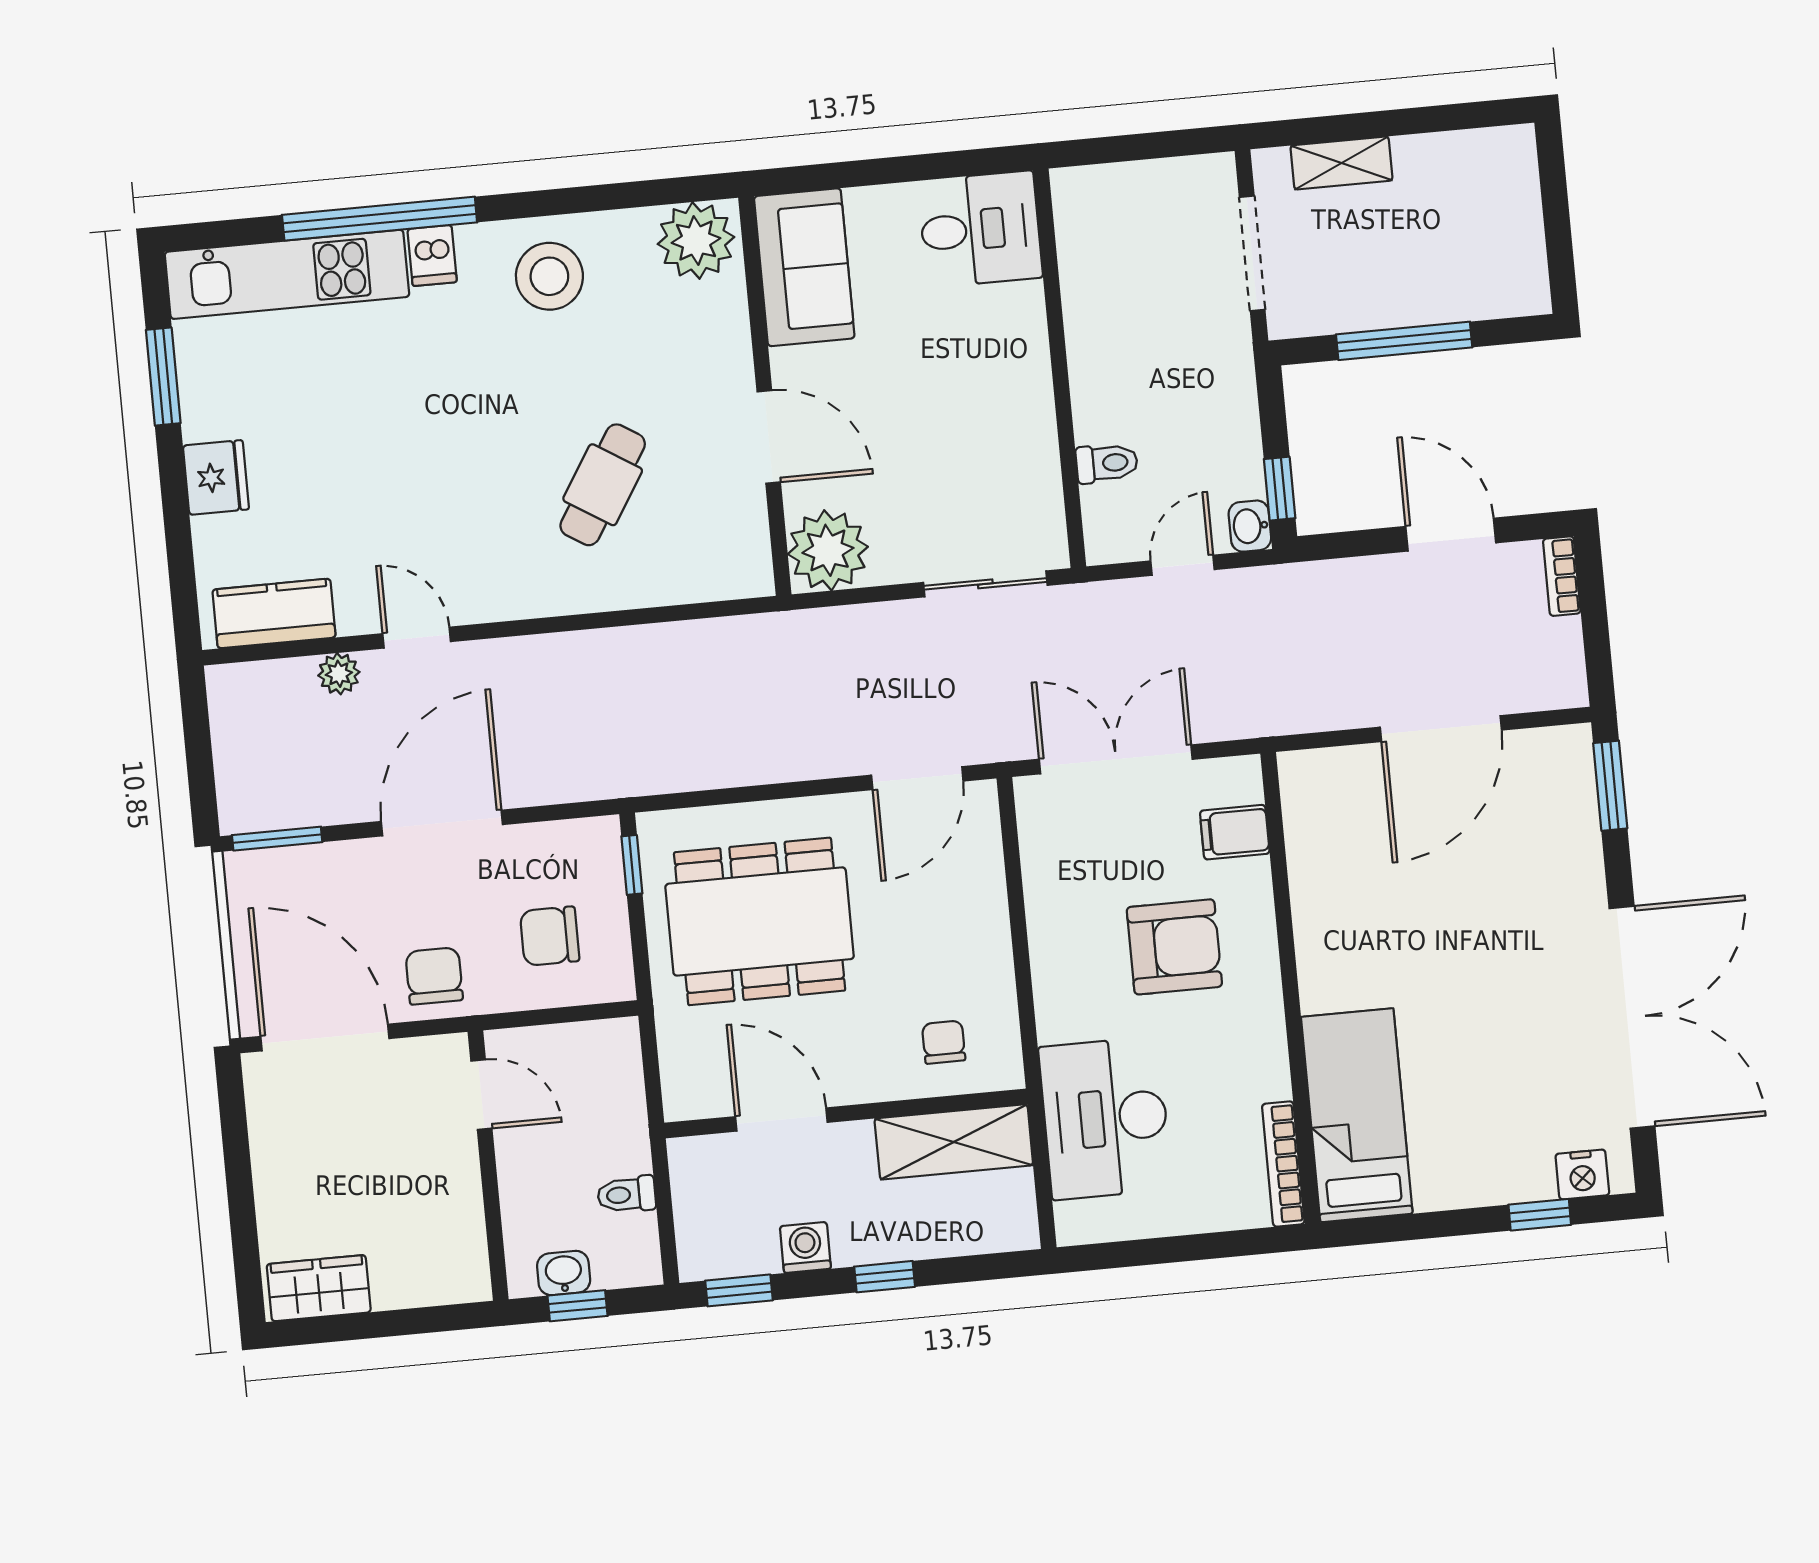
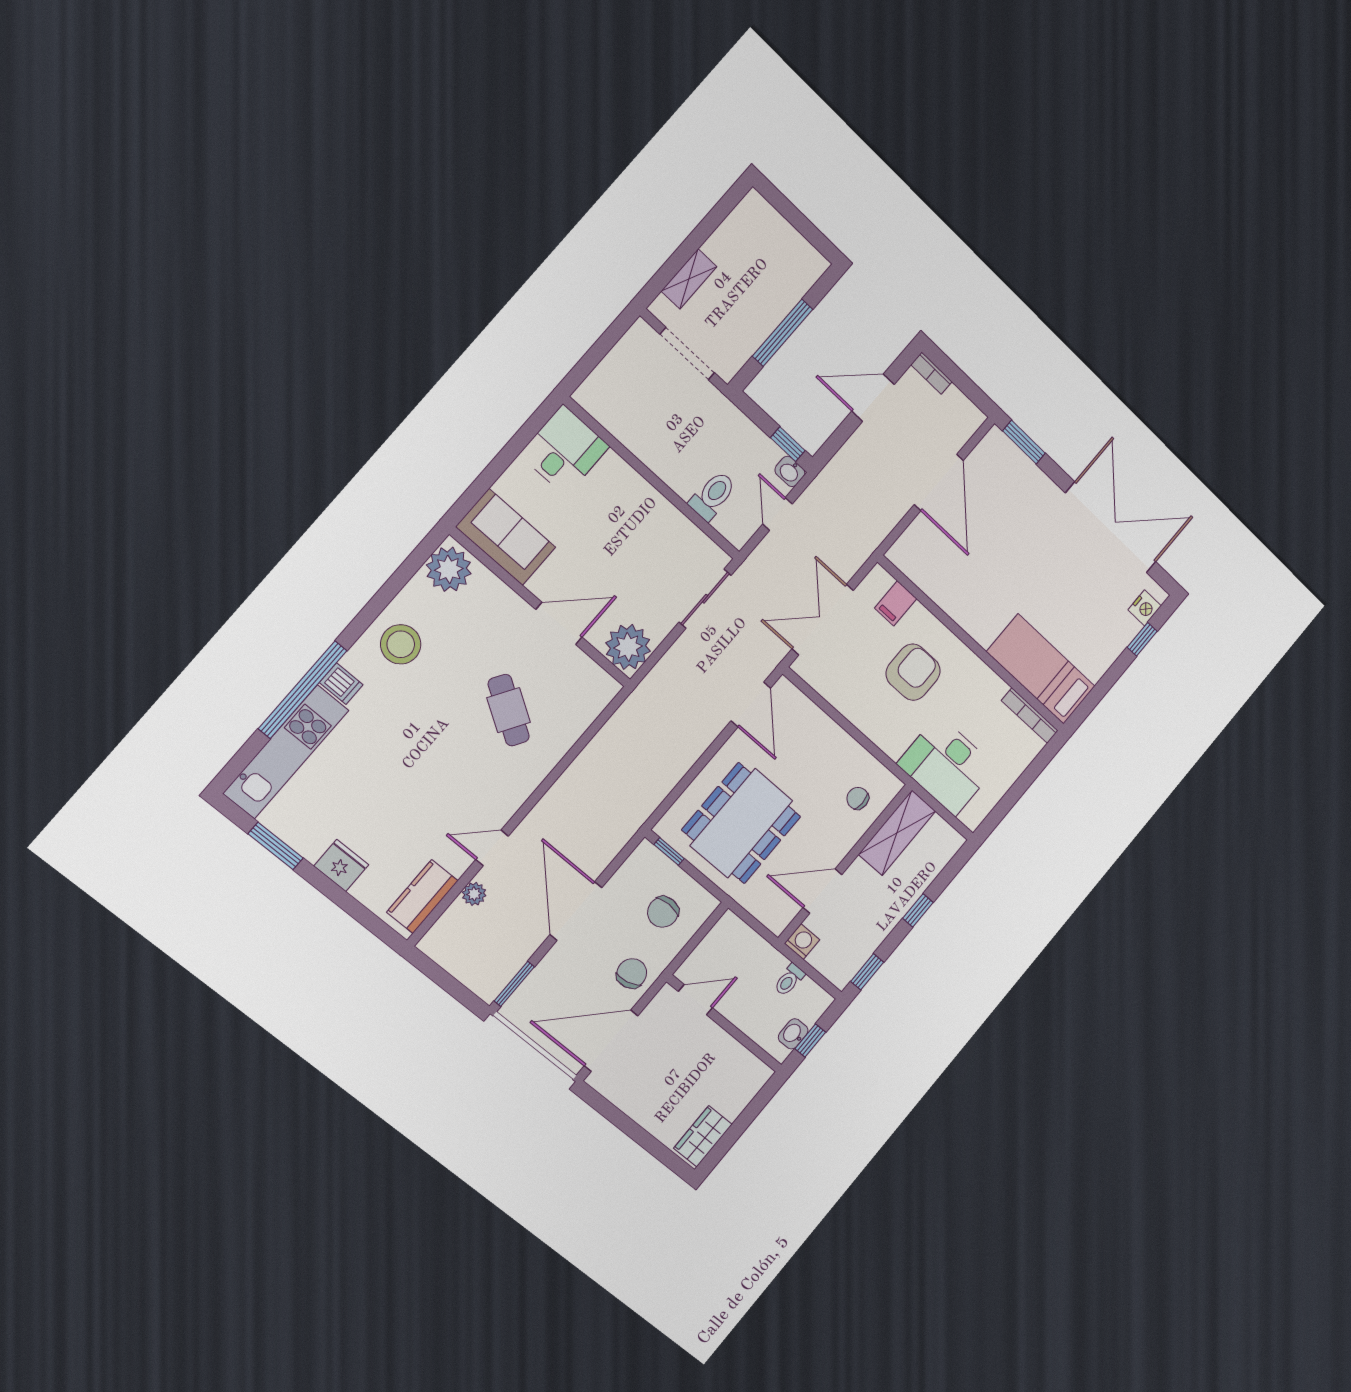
toilet: (1107, 463) -> (713, 496), width x1.37, depth x1.39
chair: (434, 976) -> (632, 973), turned 77
washing machine: (805, 1247) -> (802, 942), moved, turned 90

